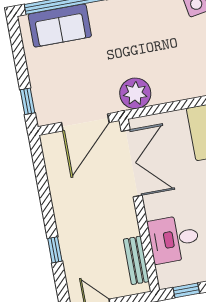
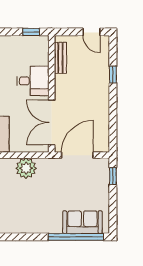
plant: (135, 93) -> (26, 168), moved
desk: (174, 239) -> (33, 81), moved

